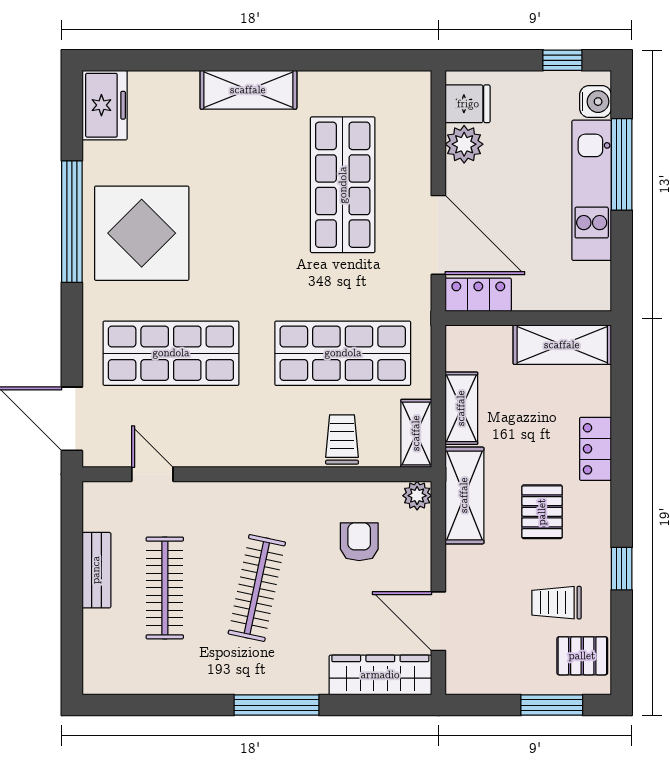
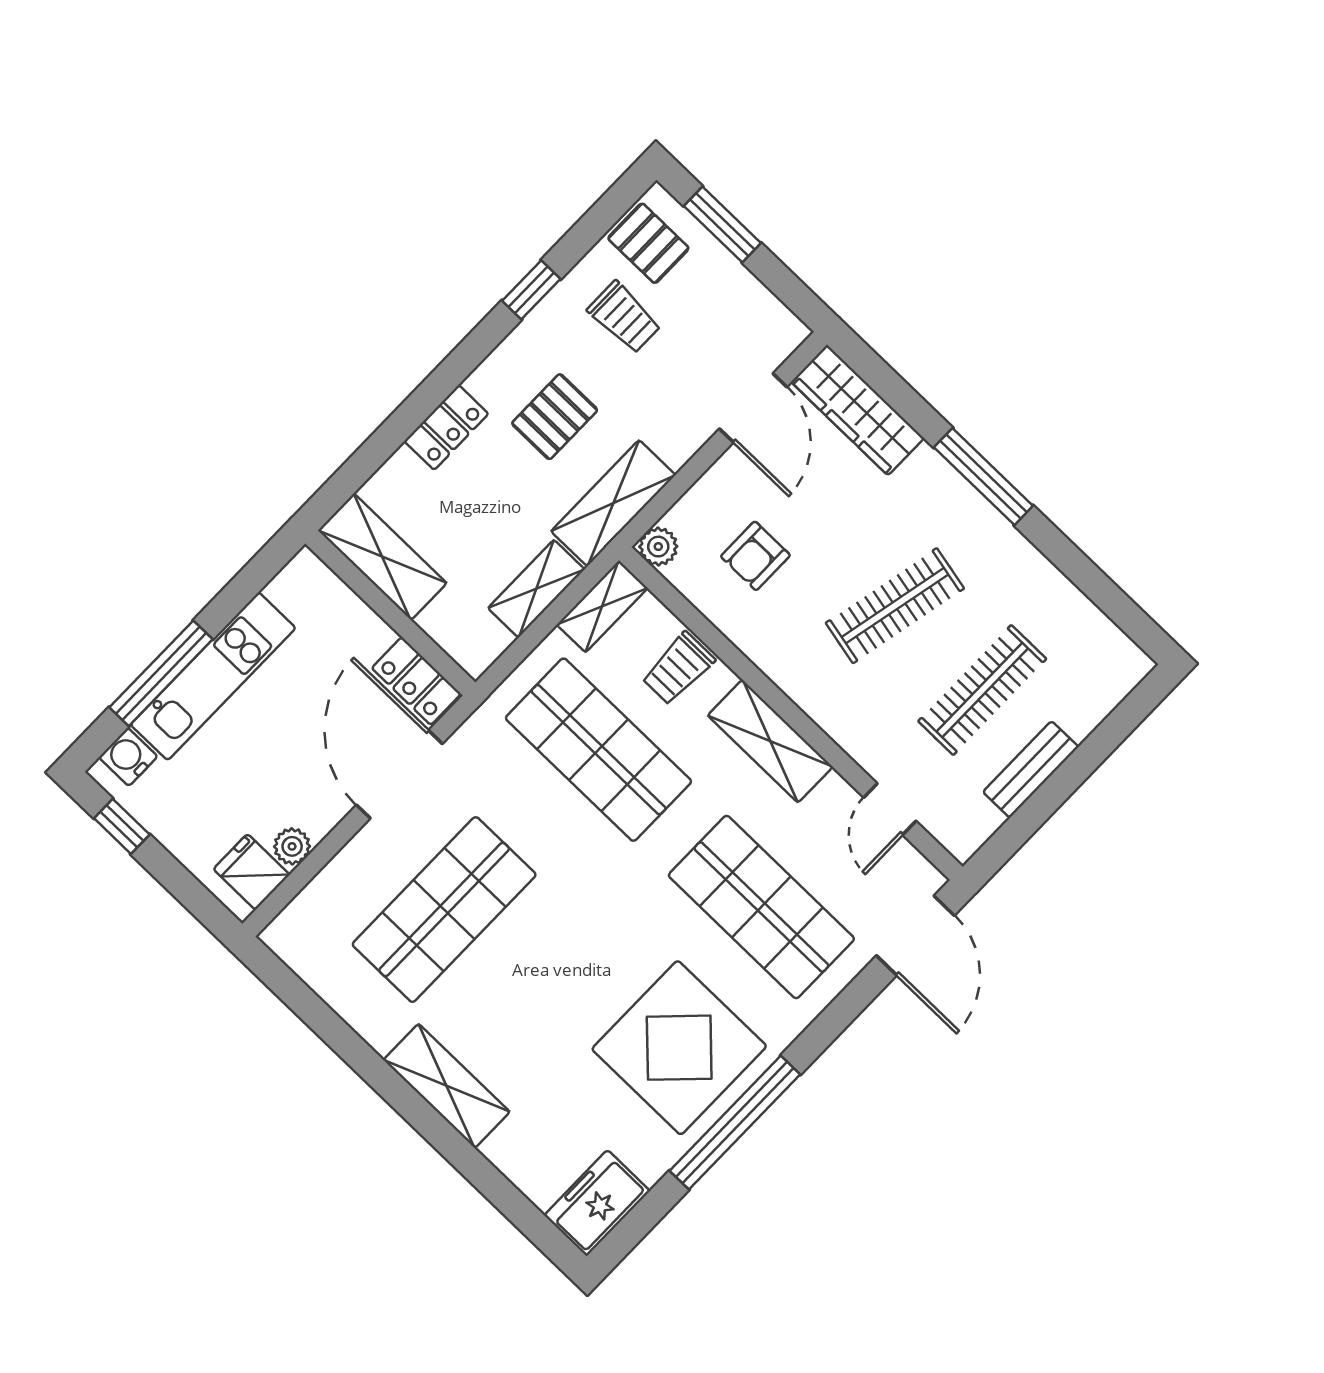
plant: (464, 144) -> (292, 846), width x0.73, depth x0.73
shelving: (254, 448) -> (770, 741), added

